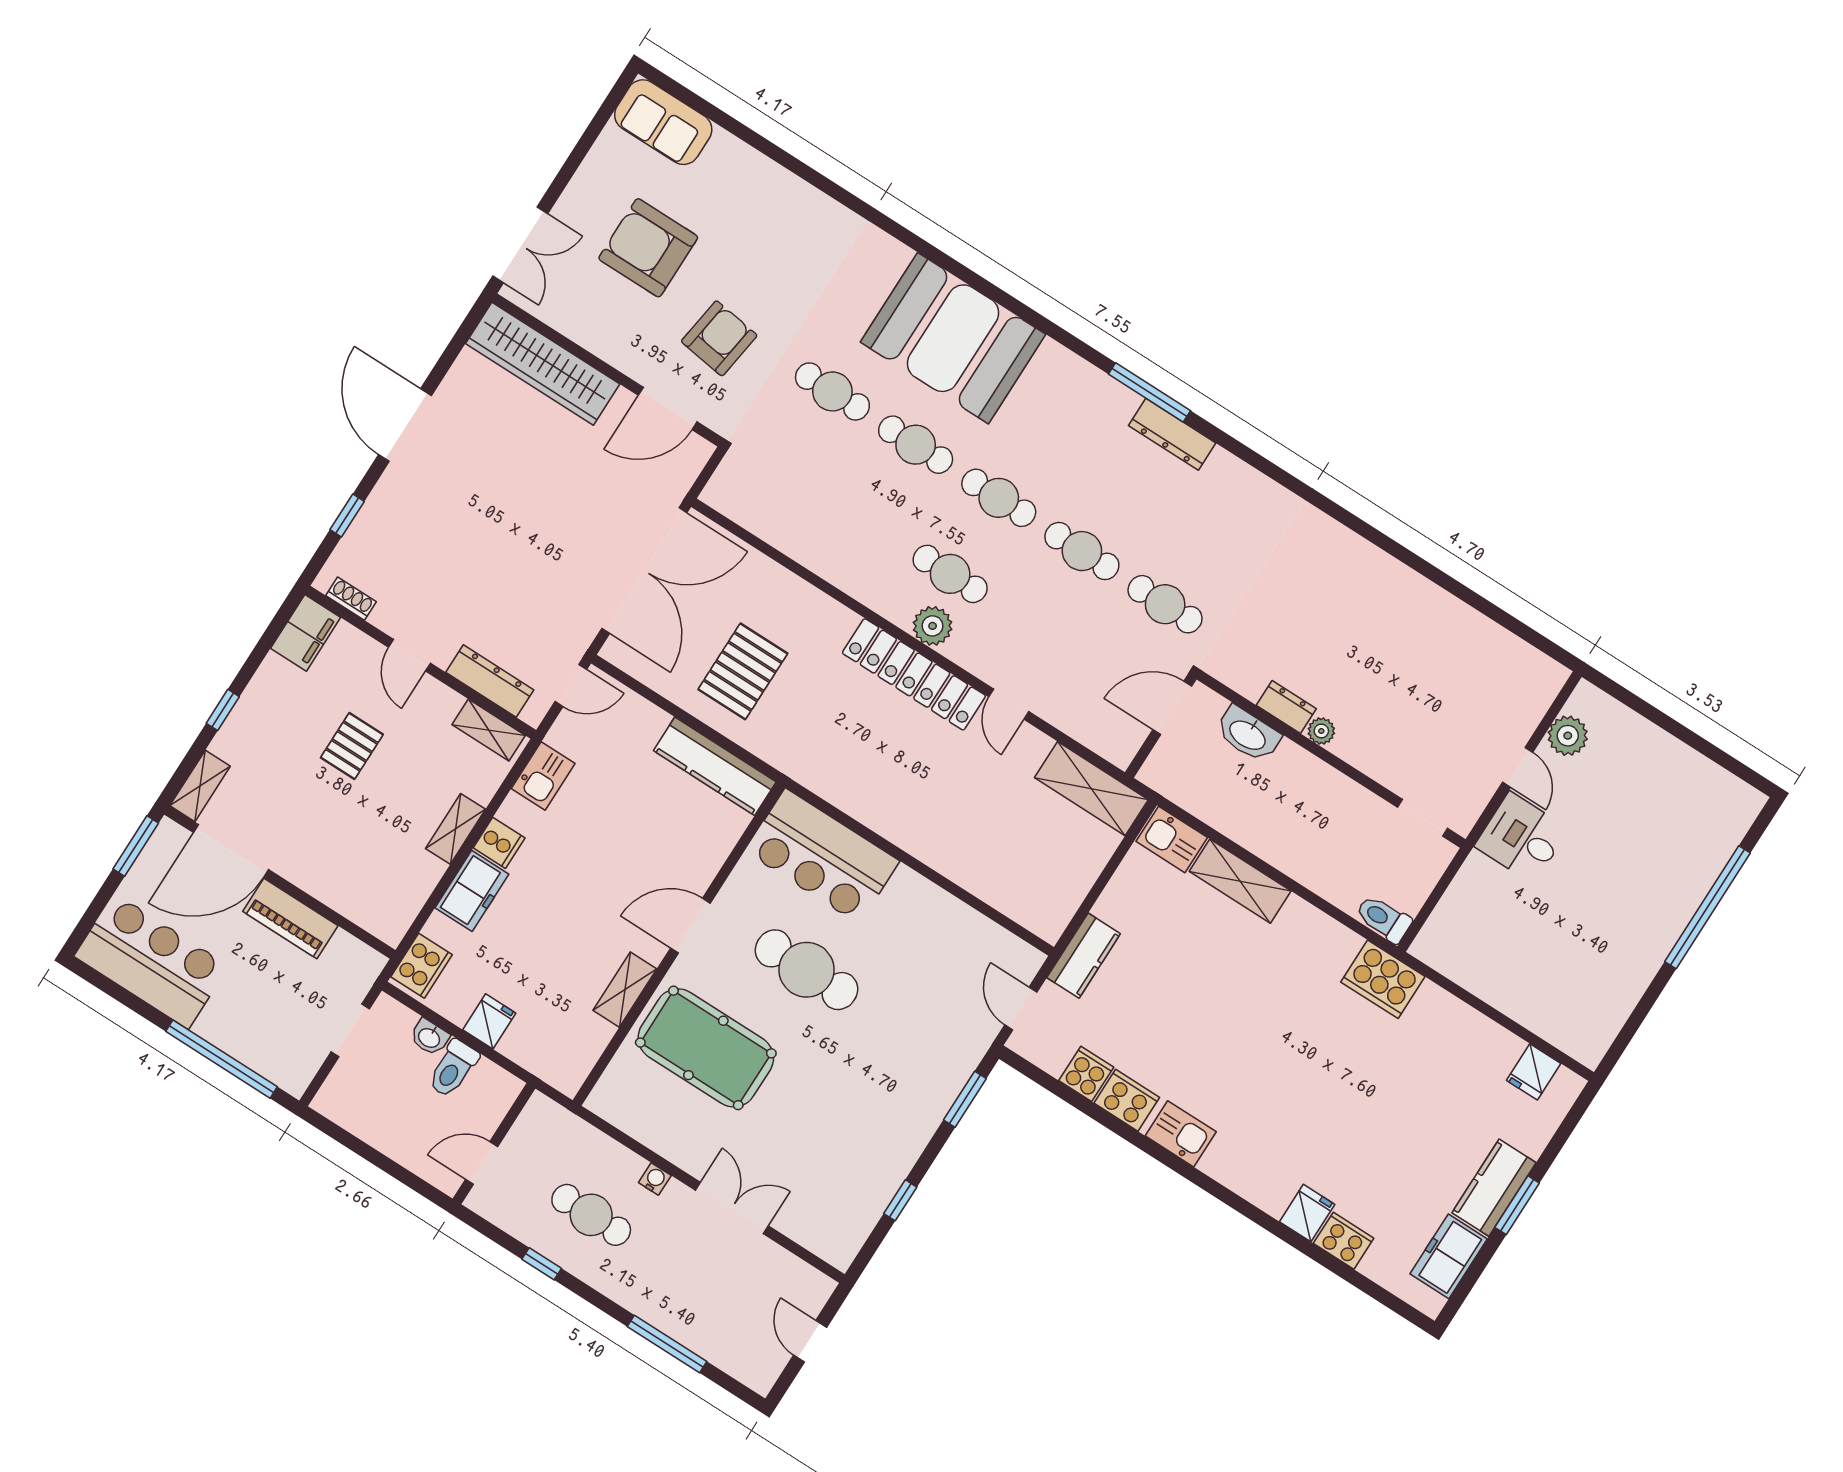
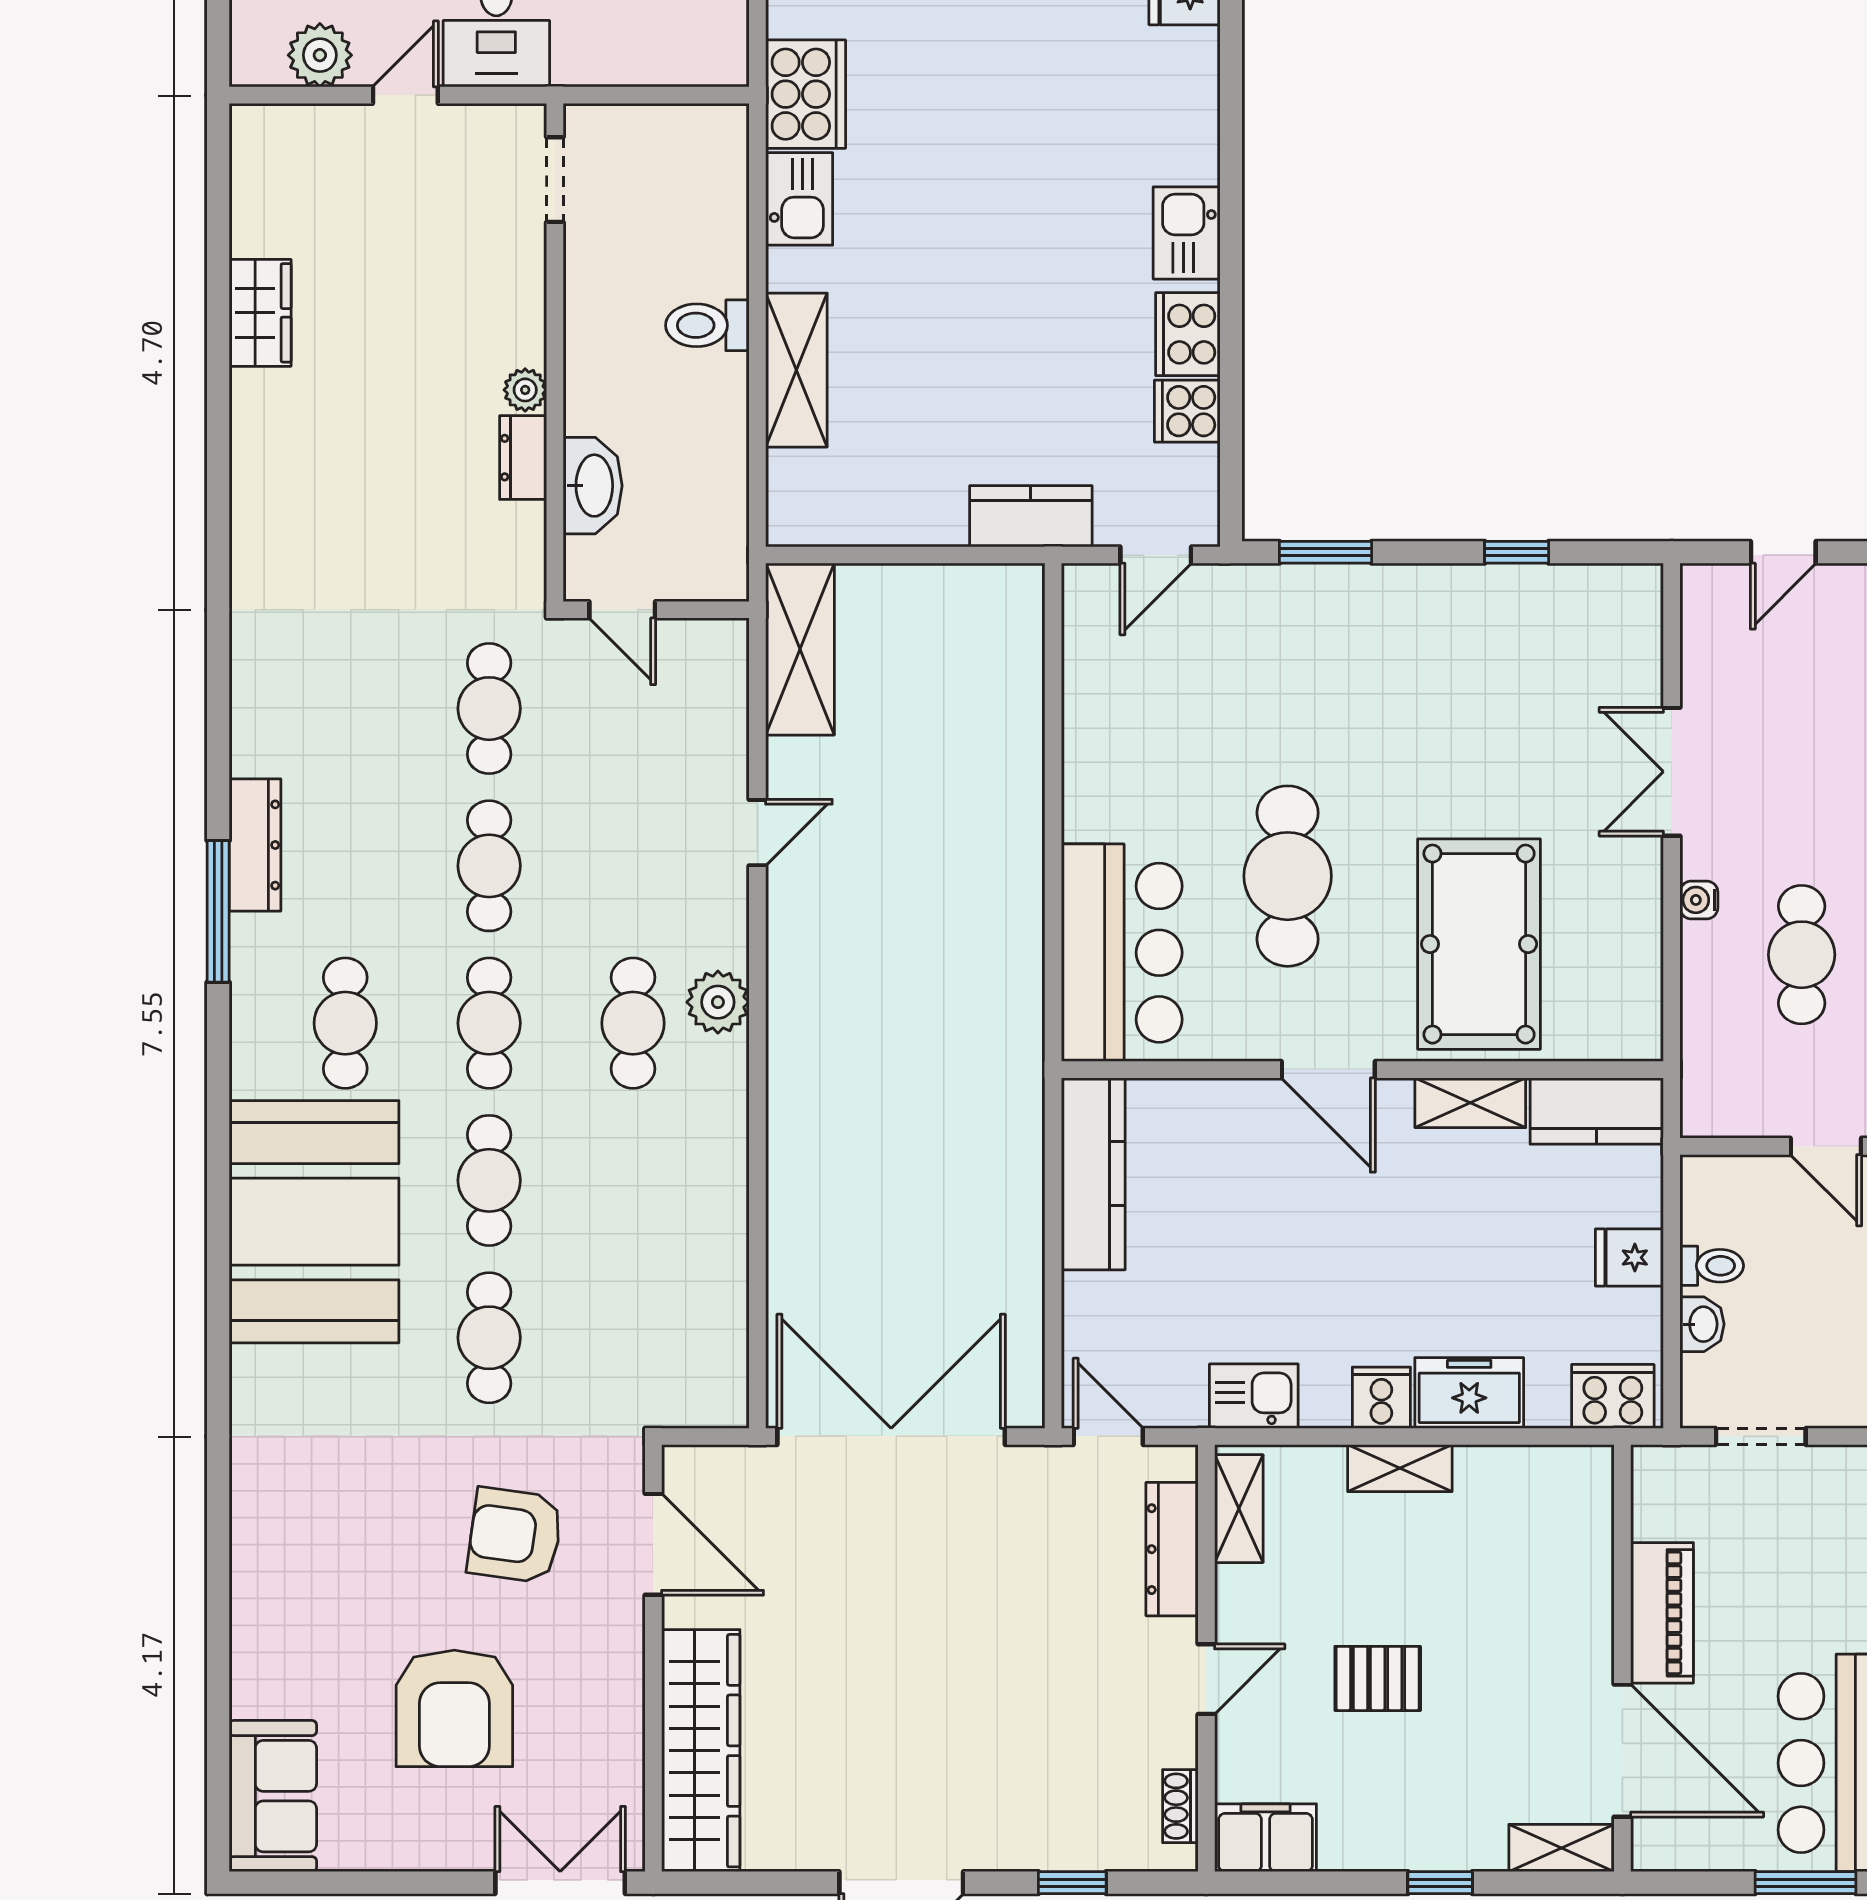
cafe table: (1047, 422) -> (345, 1023), added
wardrobe: (1452, 617) -> (260, 313), added
pallet: (743, 671) -> (942, 1218), removed
locker: (914, 674) -> (799, 985), removed
door: (1172, 708) -> (622, 610), width x0.73
kitchen sink: (1172, 839) -> (799, 199), moved
window: (136, 846) -> (1806, 1883), moved
toilet: (1384, 919) -> (707, 325), moved, turned 90
kitchen counter: (578, 1054) -> (1596, 1111), added
toilet: (453, 1069) -> (1712, 1266), width x0.73, depth x0.72

